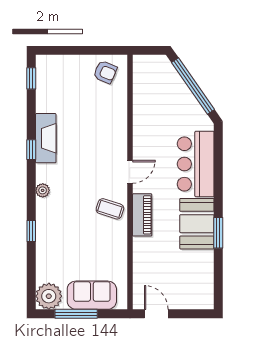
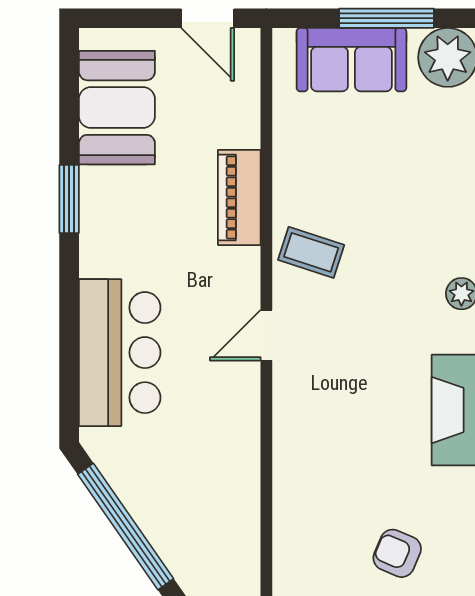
armchair: (105, 72) -> (397, 553), moved
piano: (142, 215) -> (239, 197), moved
booth: (197, 224) -> (117, 108), moved

